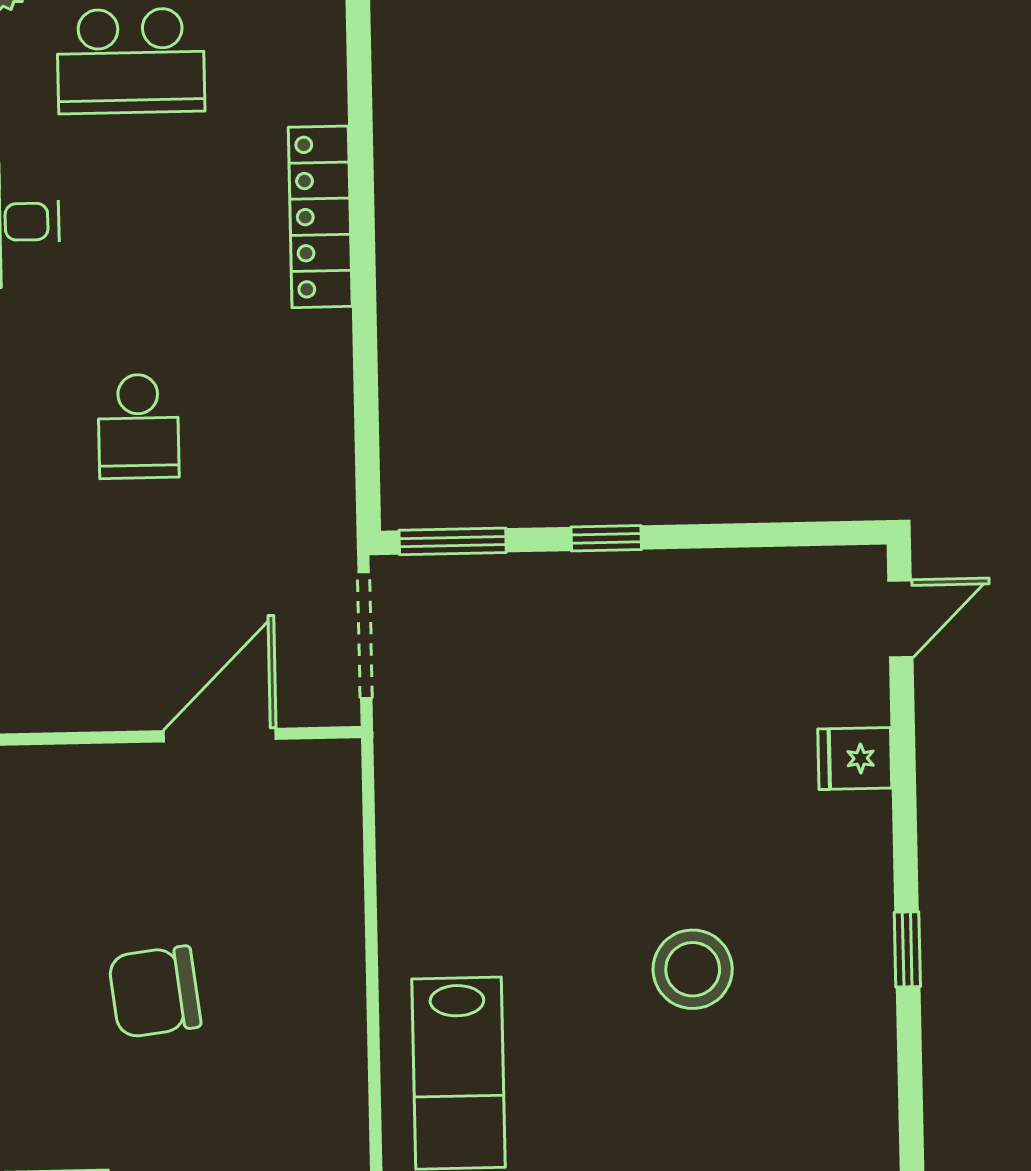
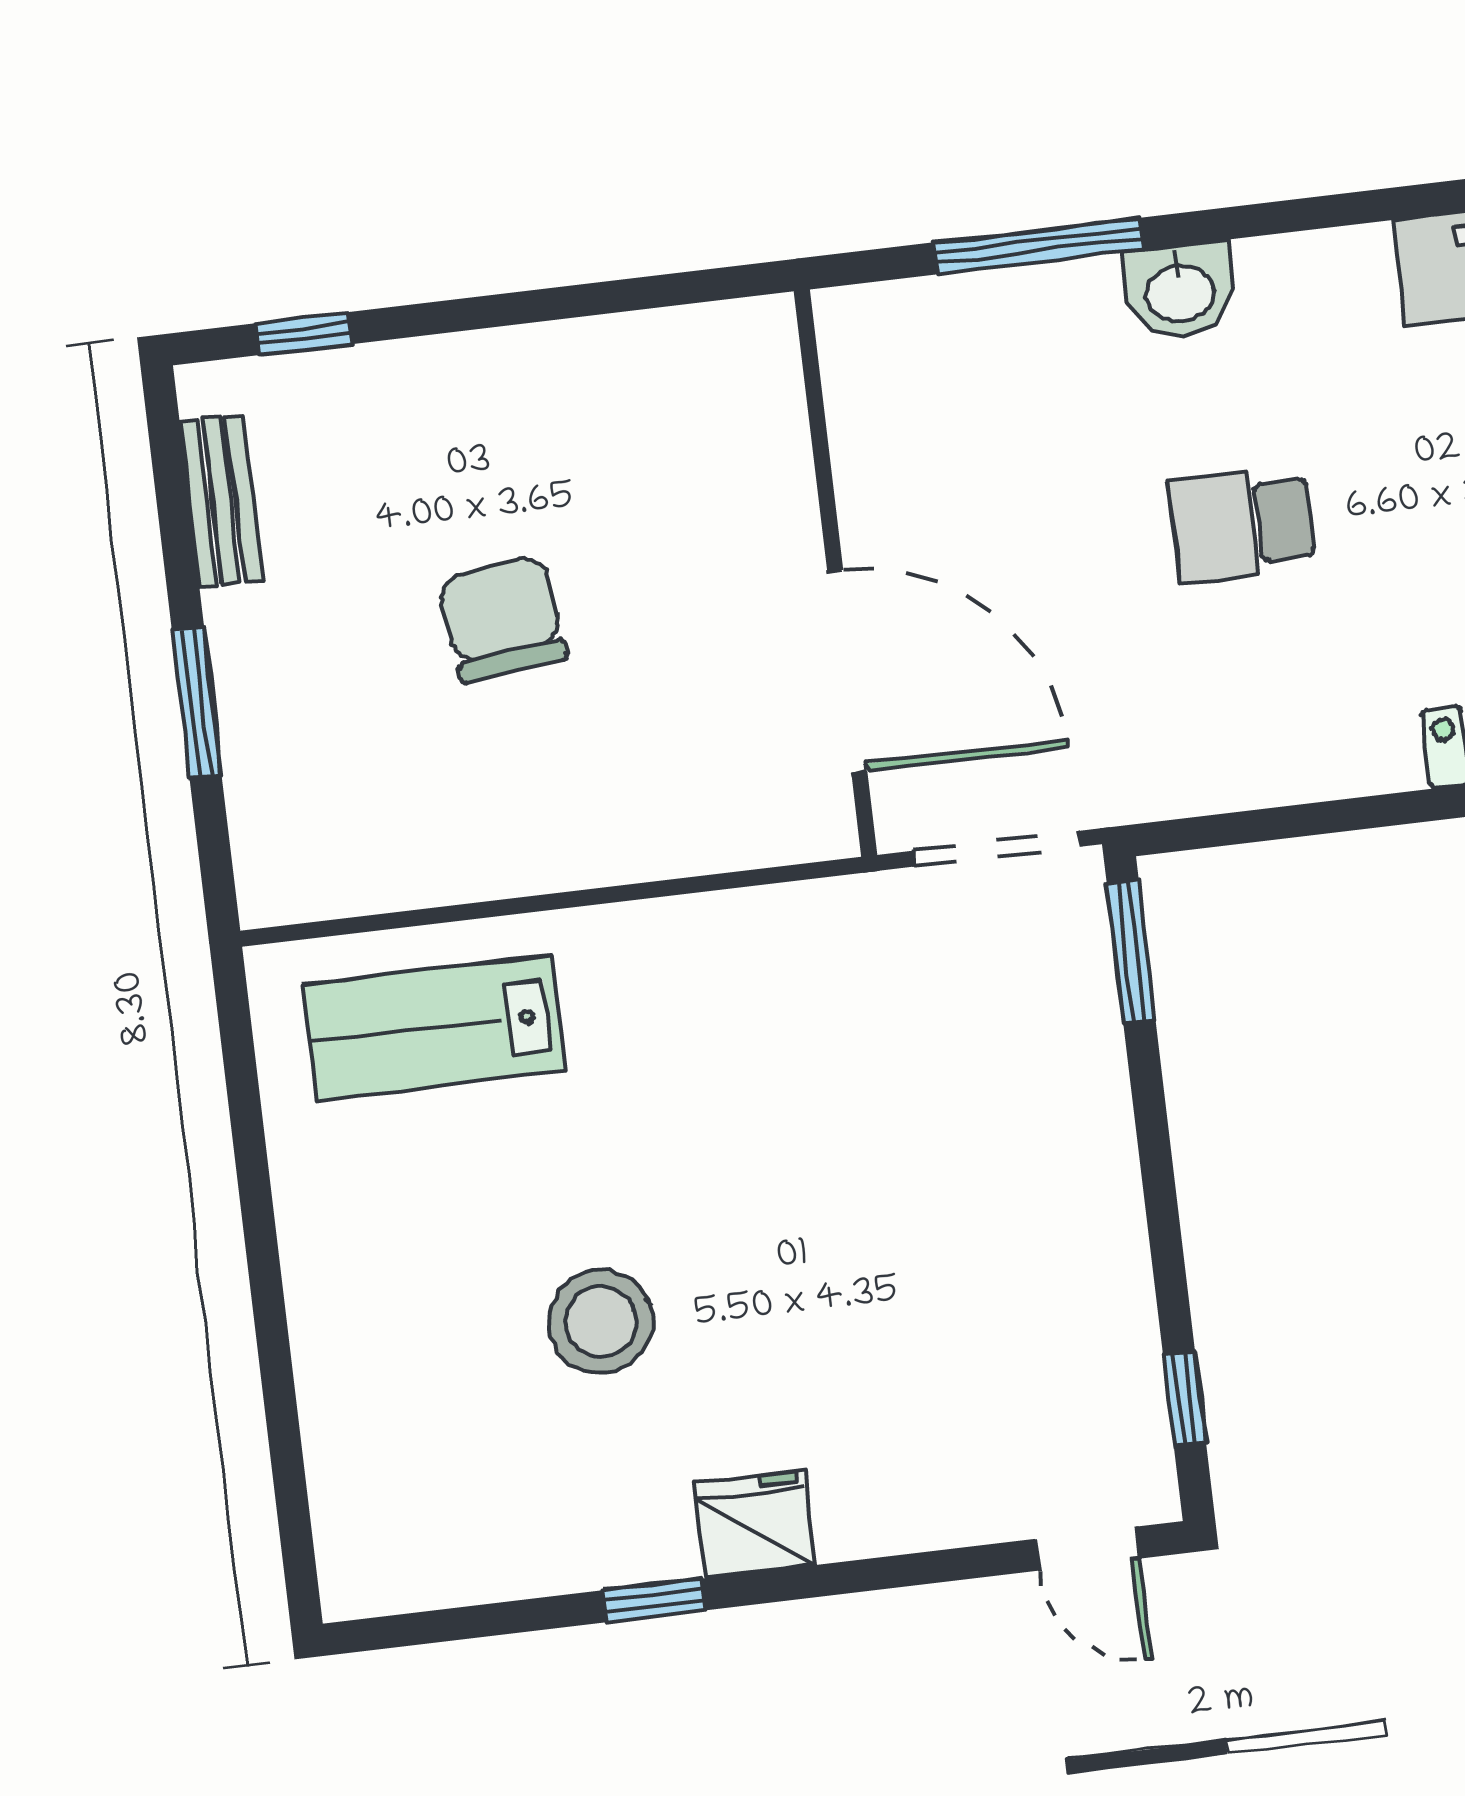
window: (606, 538) -> (1184, 1399), moved
door: (220, 735) -> (847, 671), width x1.36
fridge: (855, 759) -> (754, 1524), moved, width x1.38

